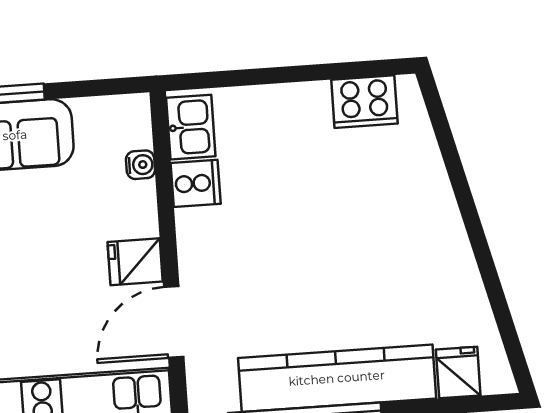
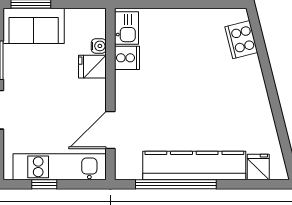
cooker: (364, 102) -> (241, 40), moved, turned 76
fridge: (135, 262) -> (92, 67), moved

